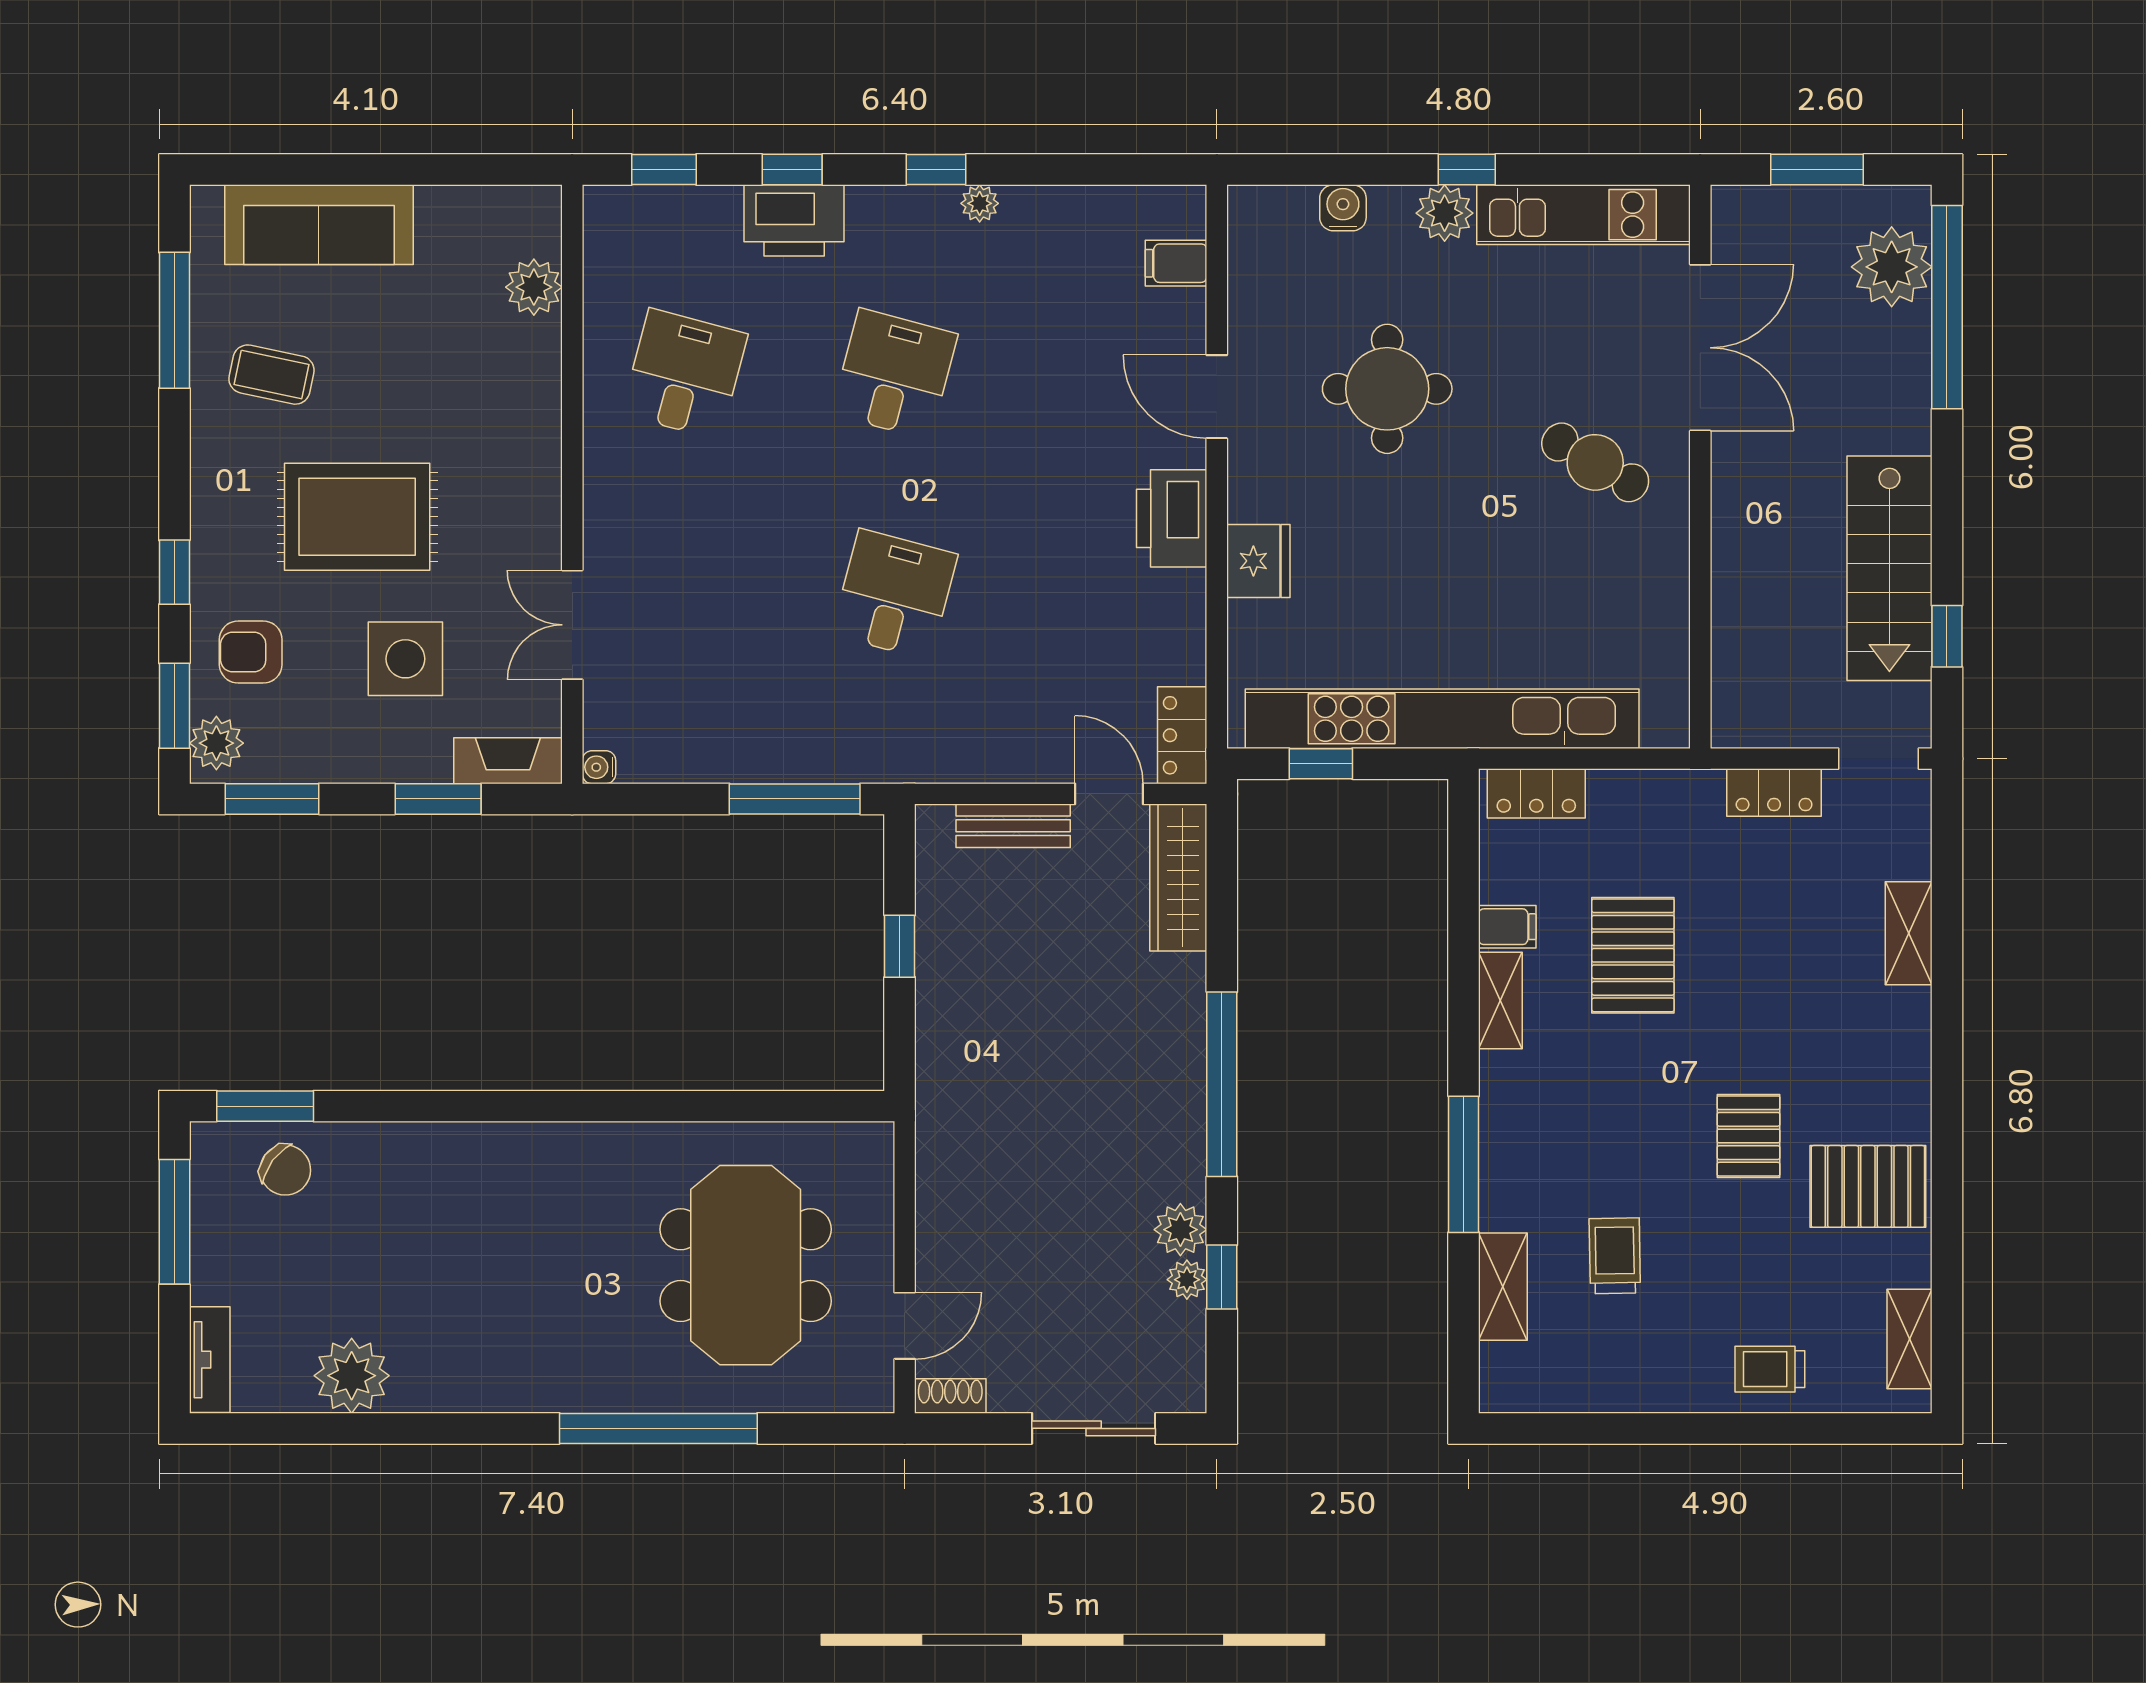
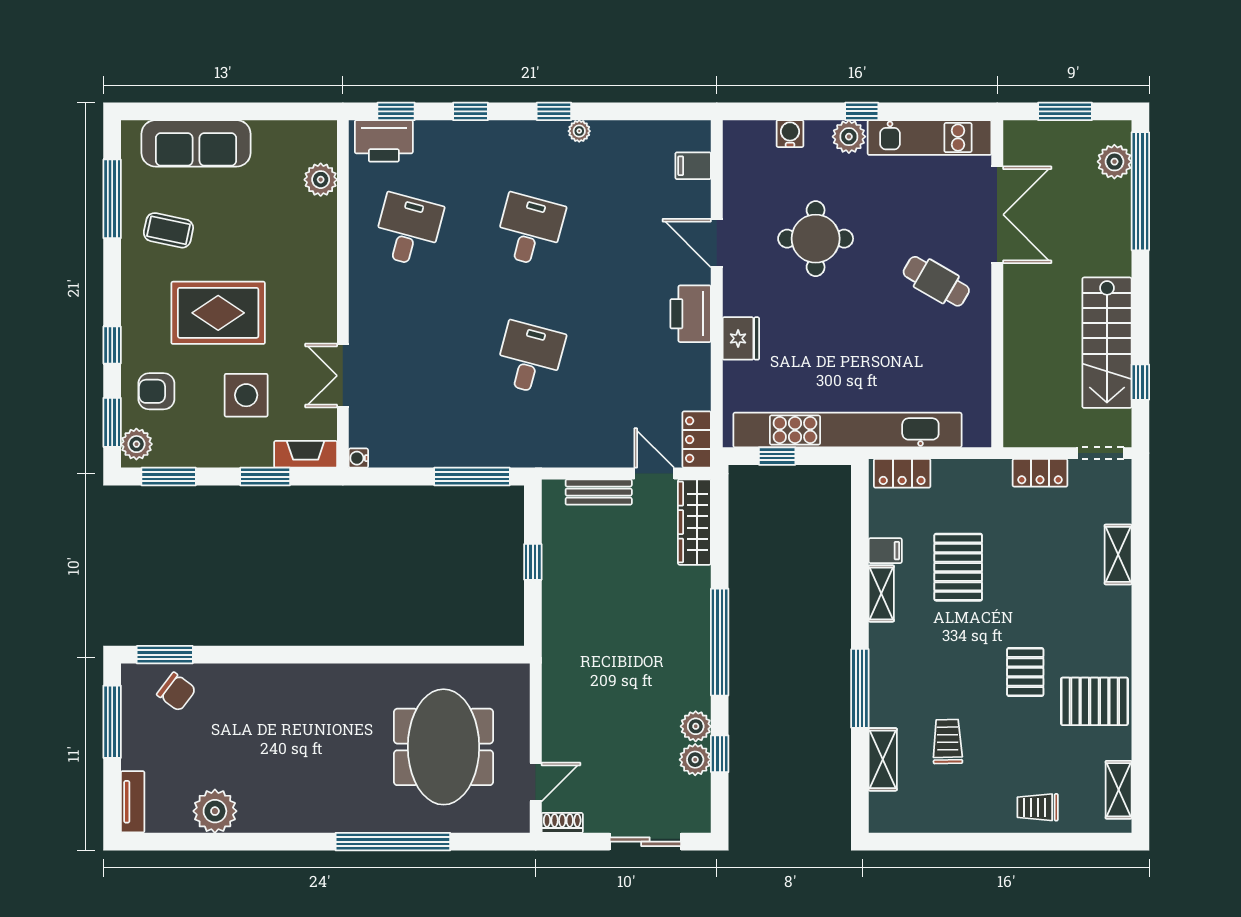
printer: (794, 220) -> (384, 141), moved
plant: (1892, 267) -> (1114, 162), width x0.73, depth x0.73
plant: (1187, 1280) -> (695, 760), width x1.38, depth x1.38

